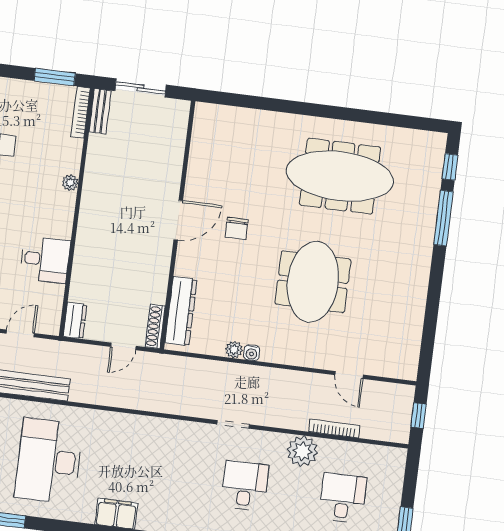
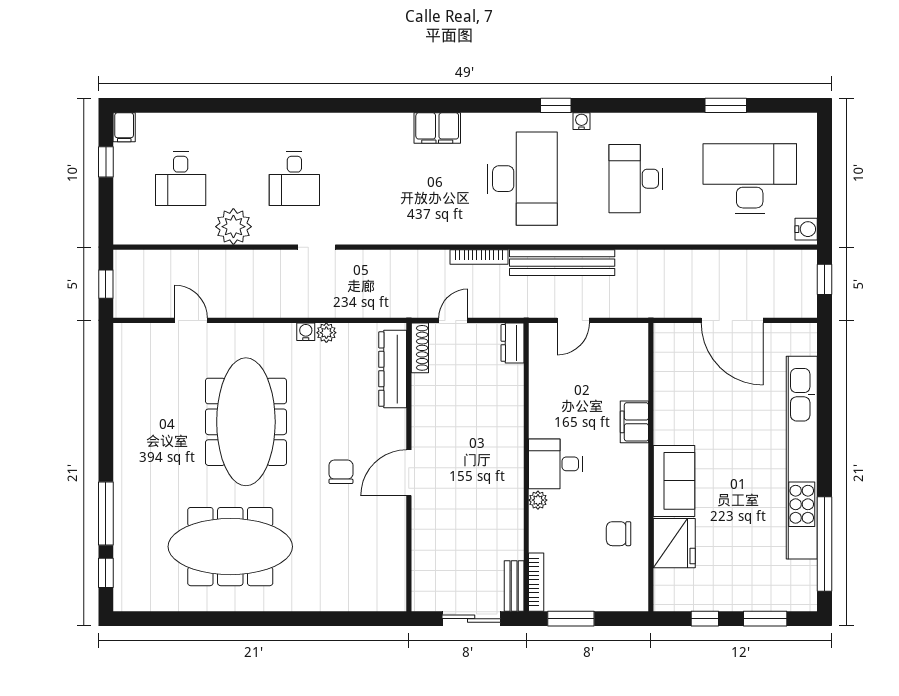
desk: (45, 260) -> (556, 464), moved
meeting table: (313, 282) -> (246, 422), width x1.36
bookcase: (334, 429) -> (479, 257), moved

